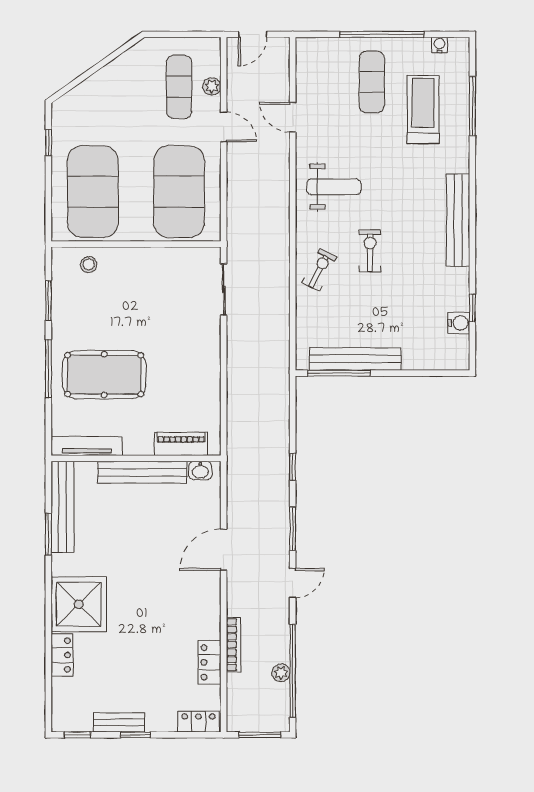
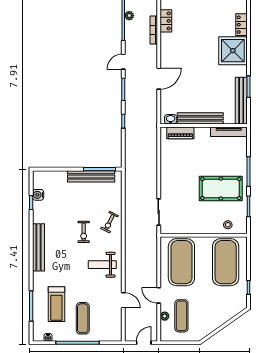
pool table: (104, 375) -> (221, 189), moved

